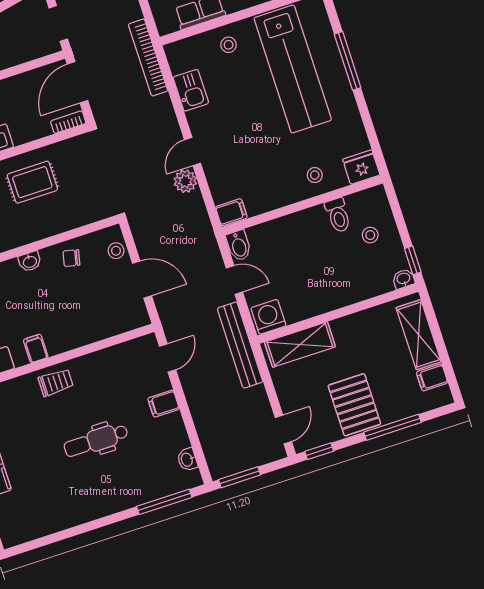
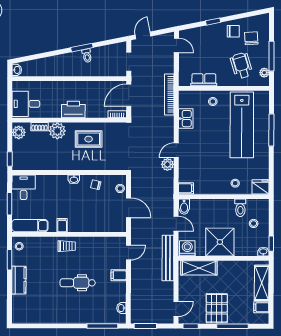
shower: (322, 287) -> (220, 242), added

